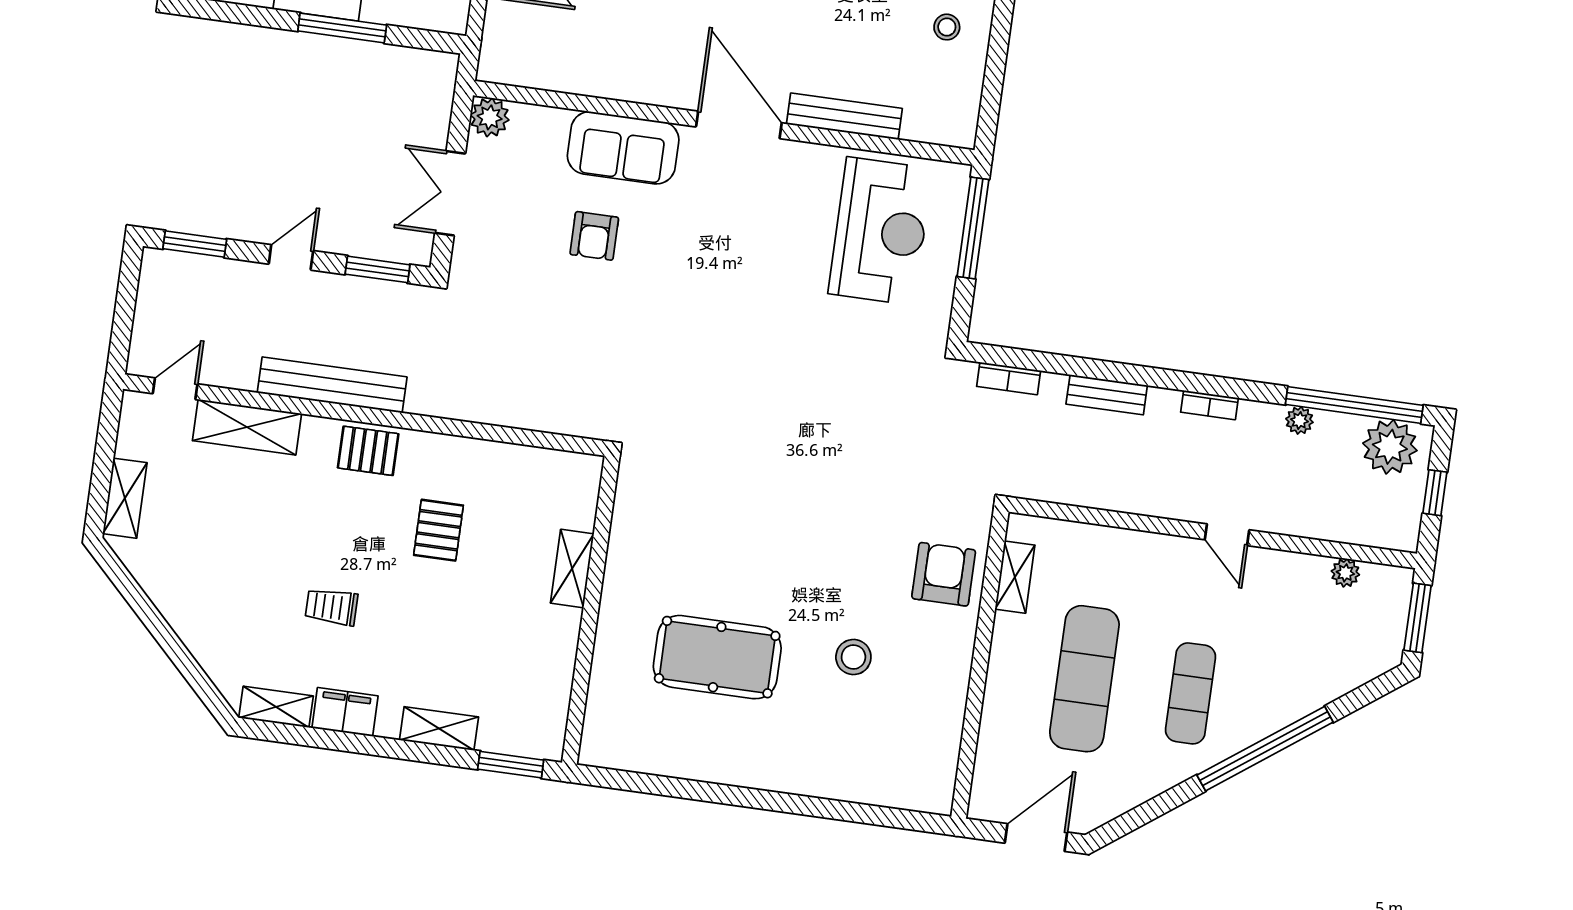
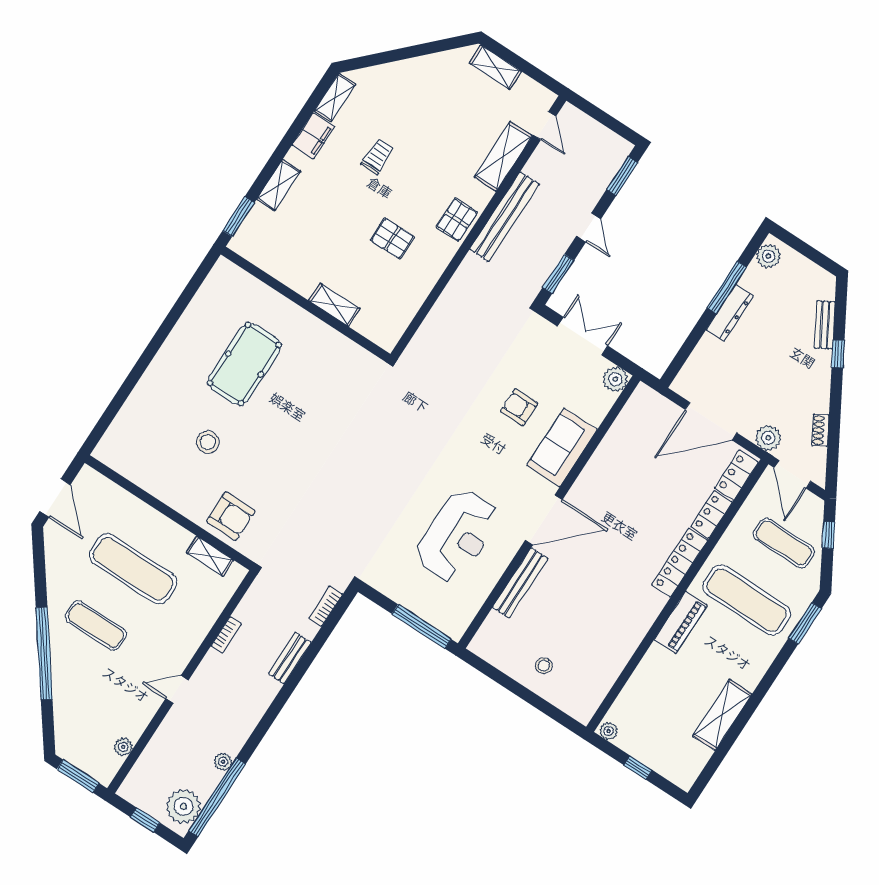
window: (342, 28) -> (727, 287), moved
reception desk: (880, 231) -> (457, 535), moved, turned -90
bookcase: (1209, 405) -> (226, 635), moved, turned 180

